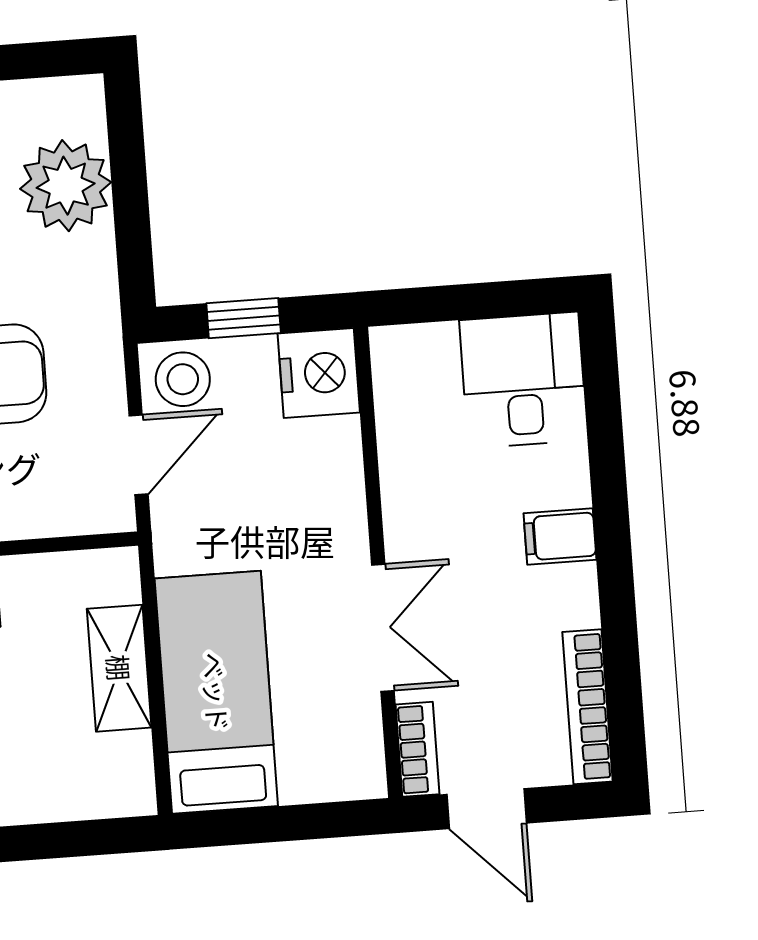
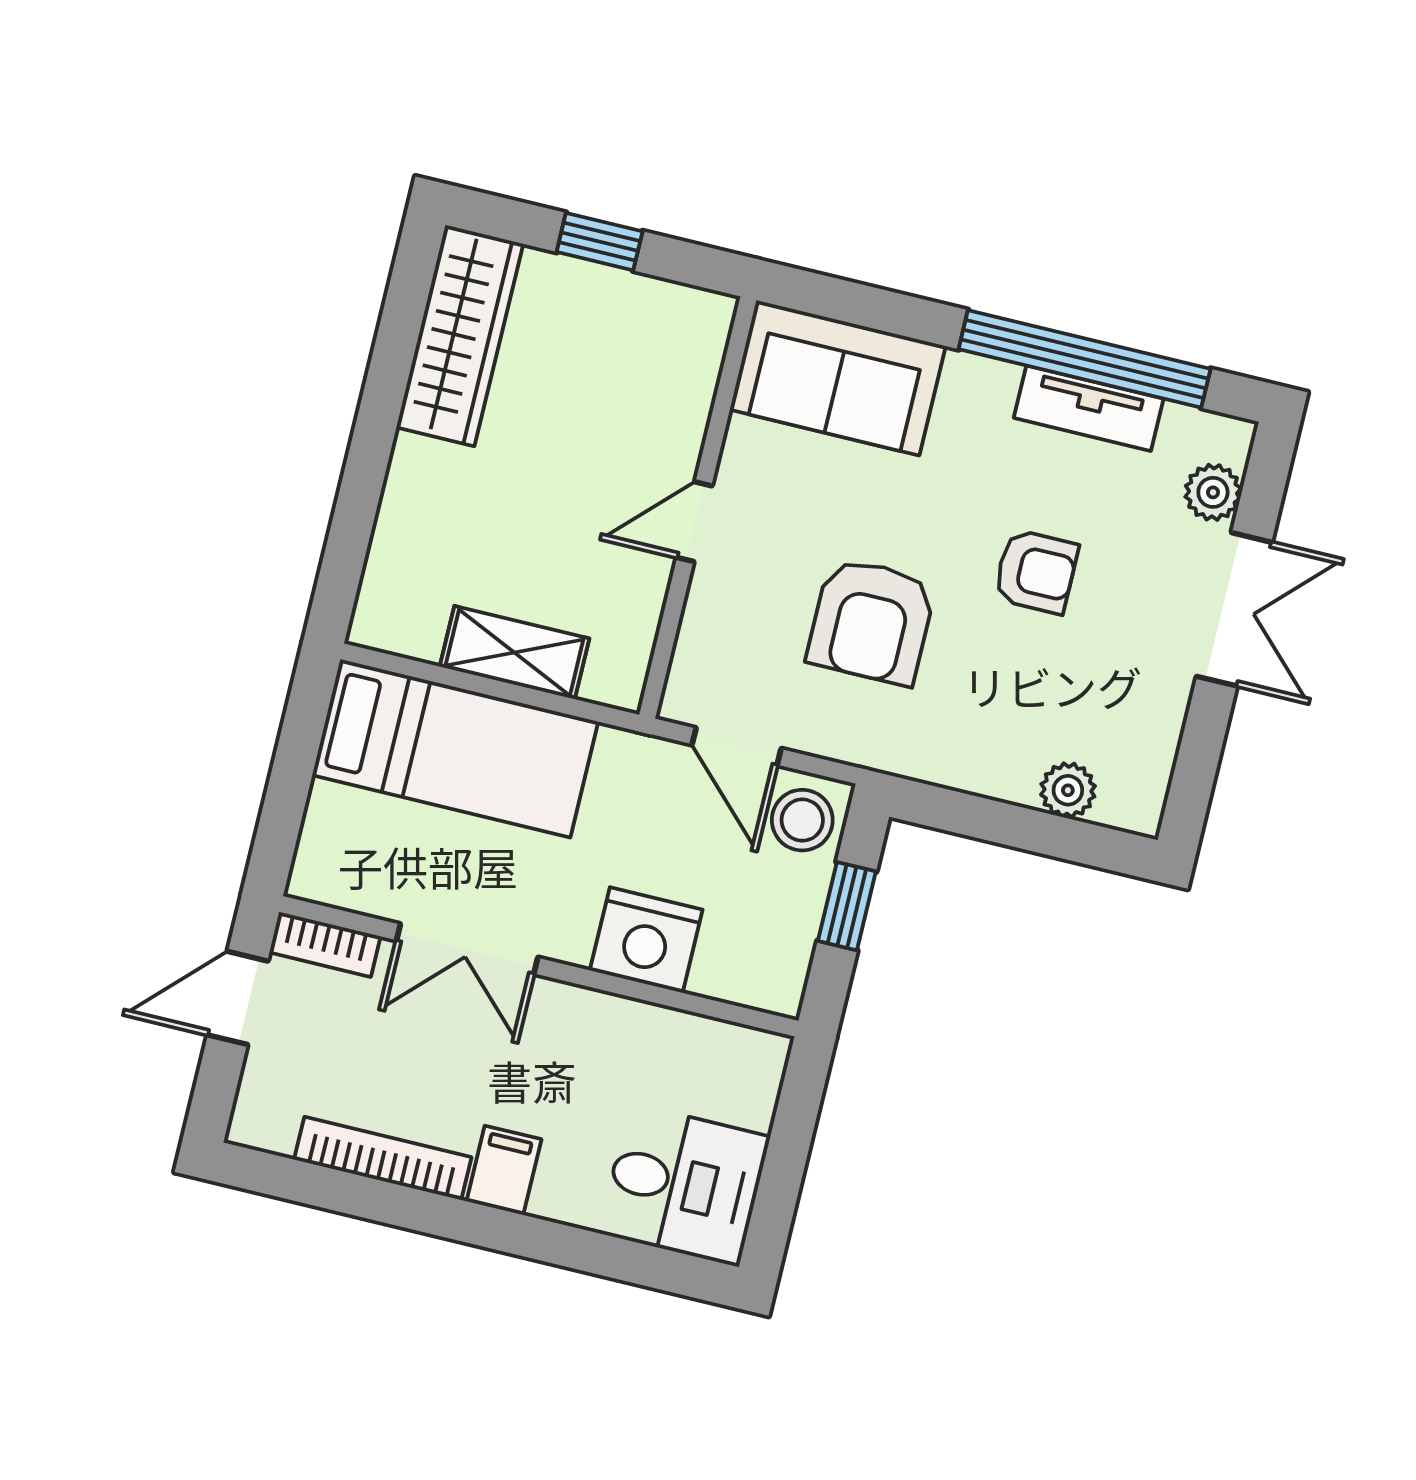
plant: (66, 186) -> (1068, 790), width x0.53, depth x0.53
nightstand: (319, 373) -> (646, 940), moved
bookcase: (588, 707) -> (383, 1158), moved

